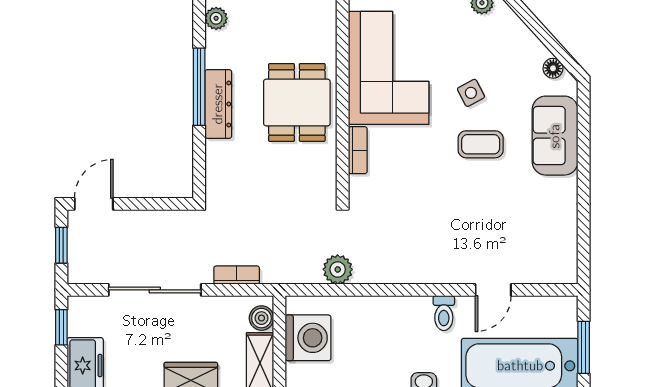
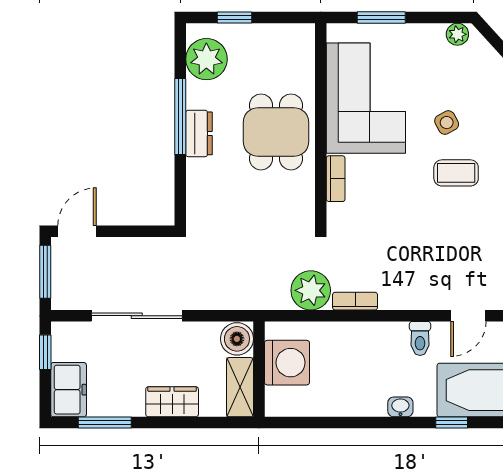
plant: (216, 18) -> (206, 59), width x1.88, depth x1.88
dresser: (218, 104) -> (199, 133), width x0.70
window: (61, 245) -> (45, 272), width x1.50
plant: (338, 269) -> (311, 290), width x1.36, depth x1.36
bookcase: (237, 275) -> (355, 301), moved
boiler: (261, 318) -> (237, 339), width x1.36, depth x1.36

